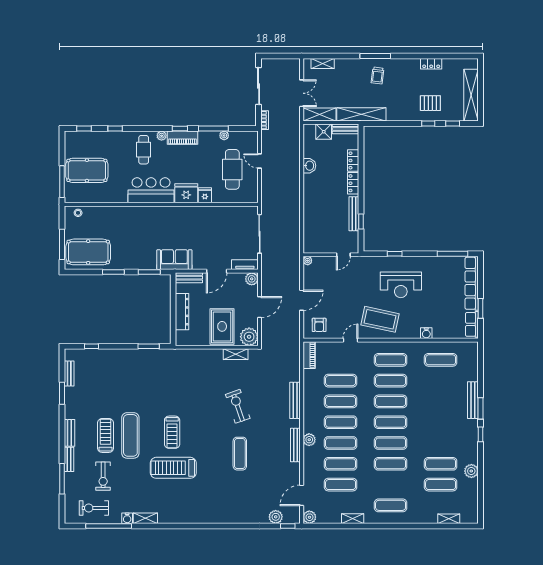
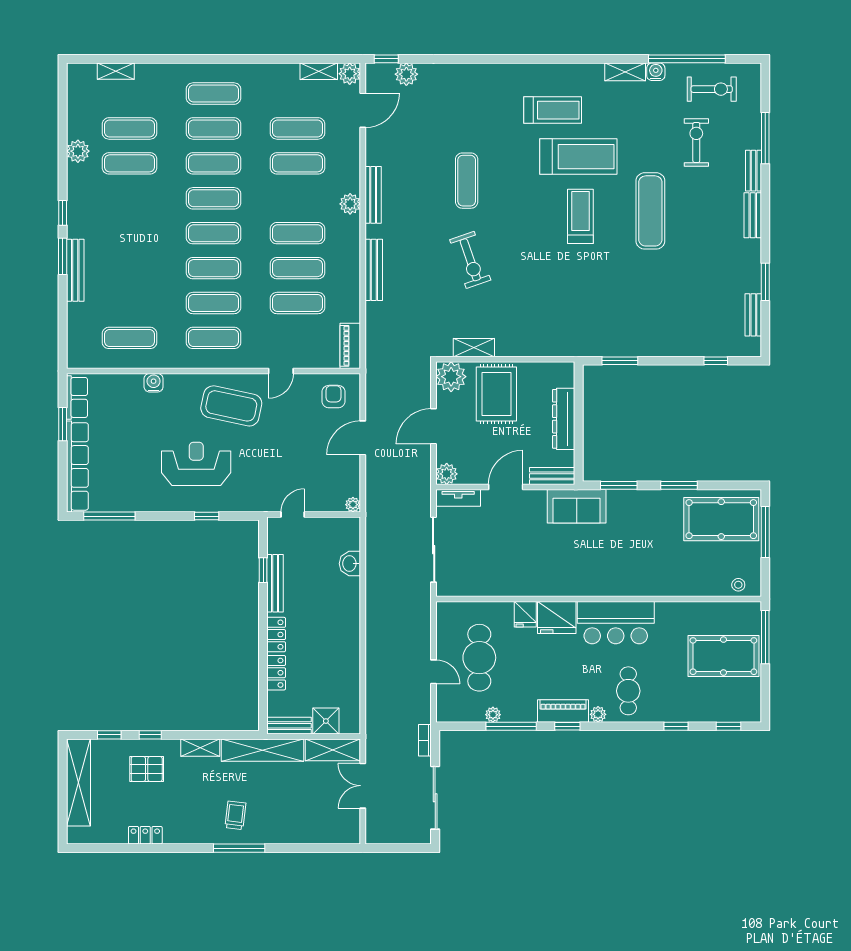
shelving: (323, 64) -> (200, 748), moved
washbasin: (309, 166) -> (350, 564), moved
treadmill: (105, 435) -> (553, 110), moved, turned -90
exercise mat: (341, 443) -> (213, 128), moved
shelving: (353, 519) -> (319, 71), moved

